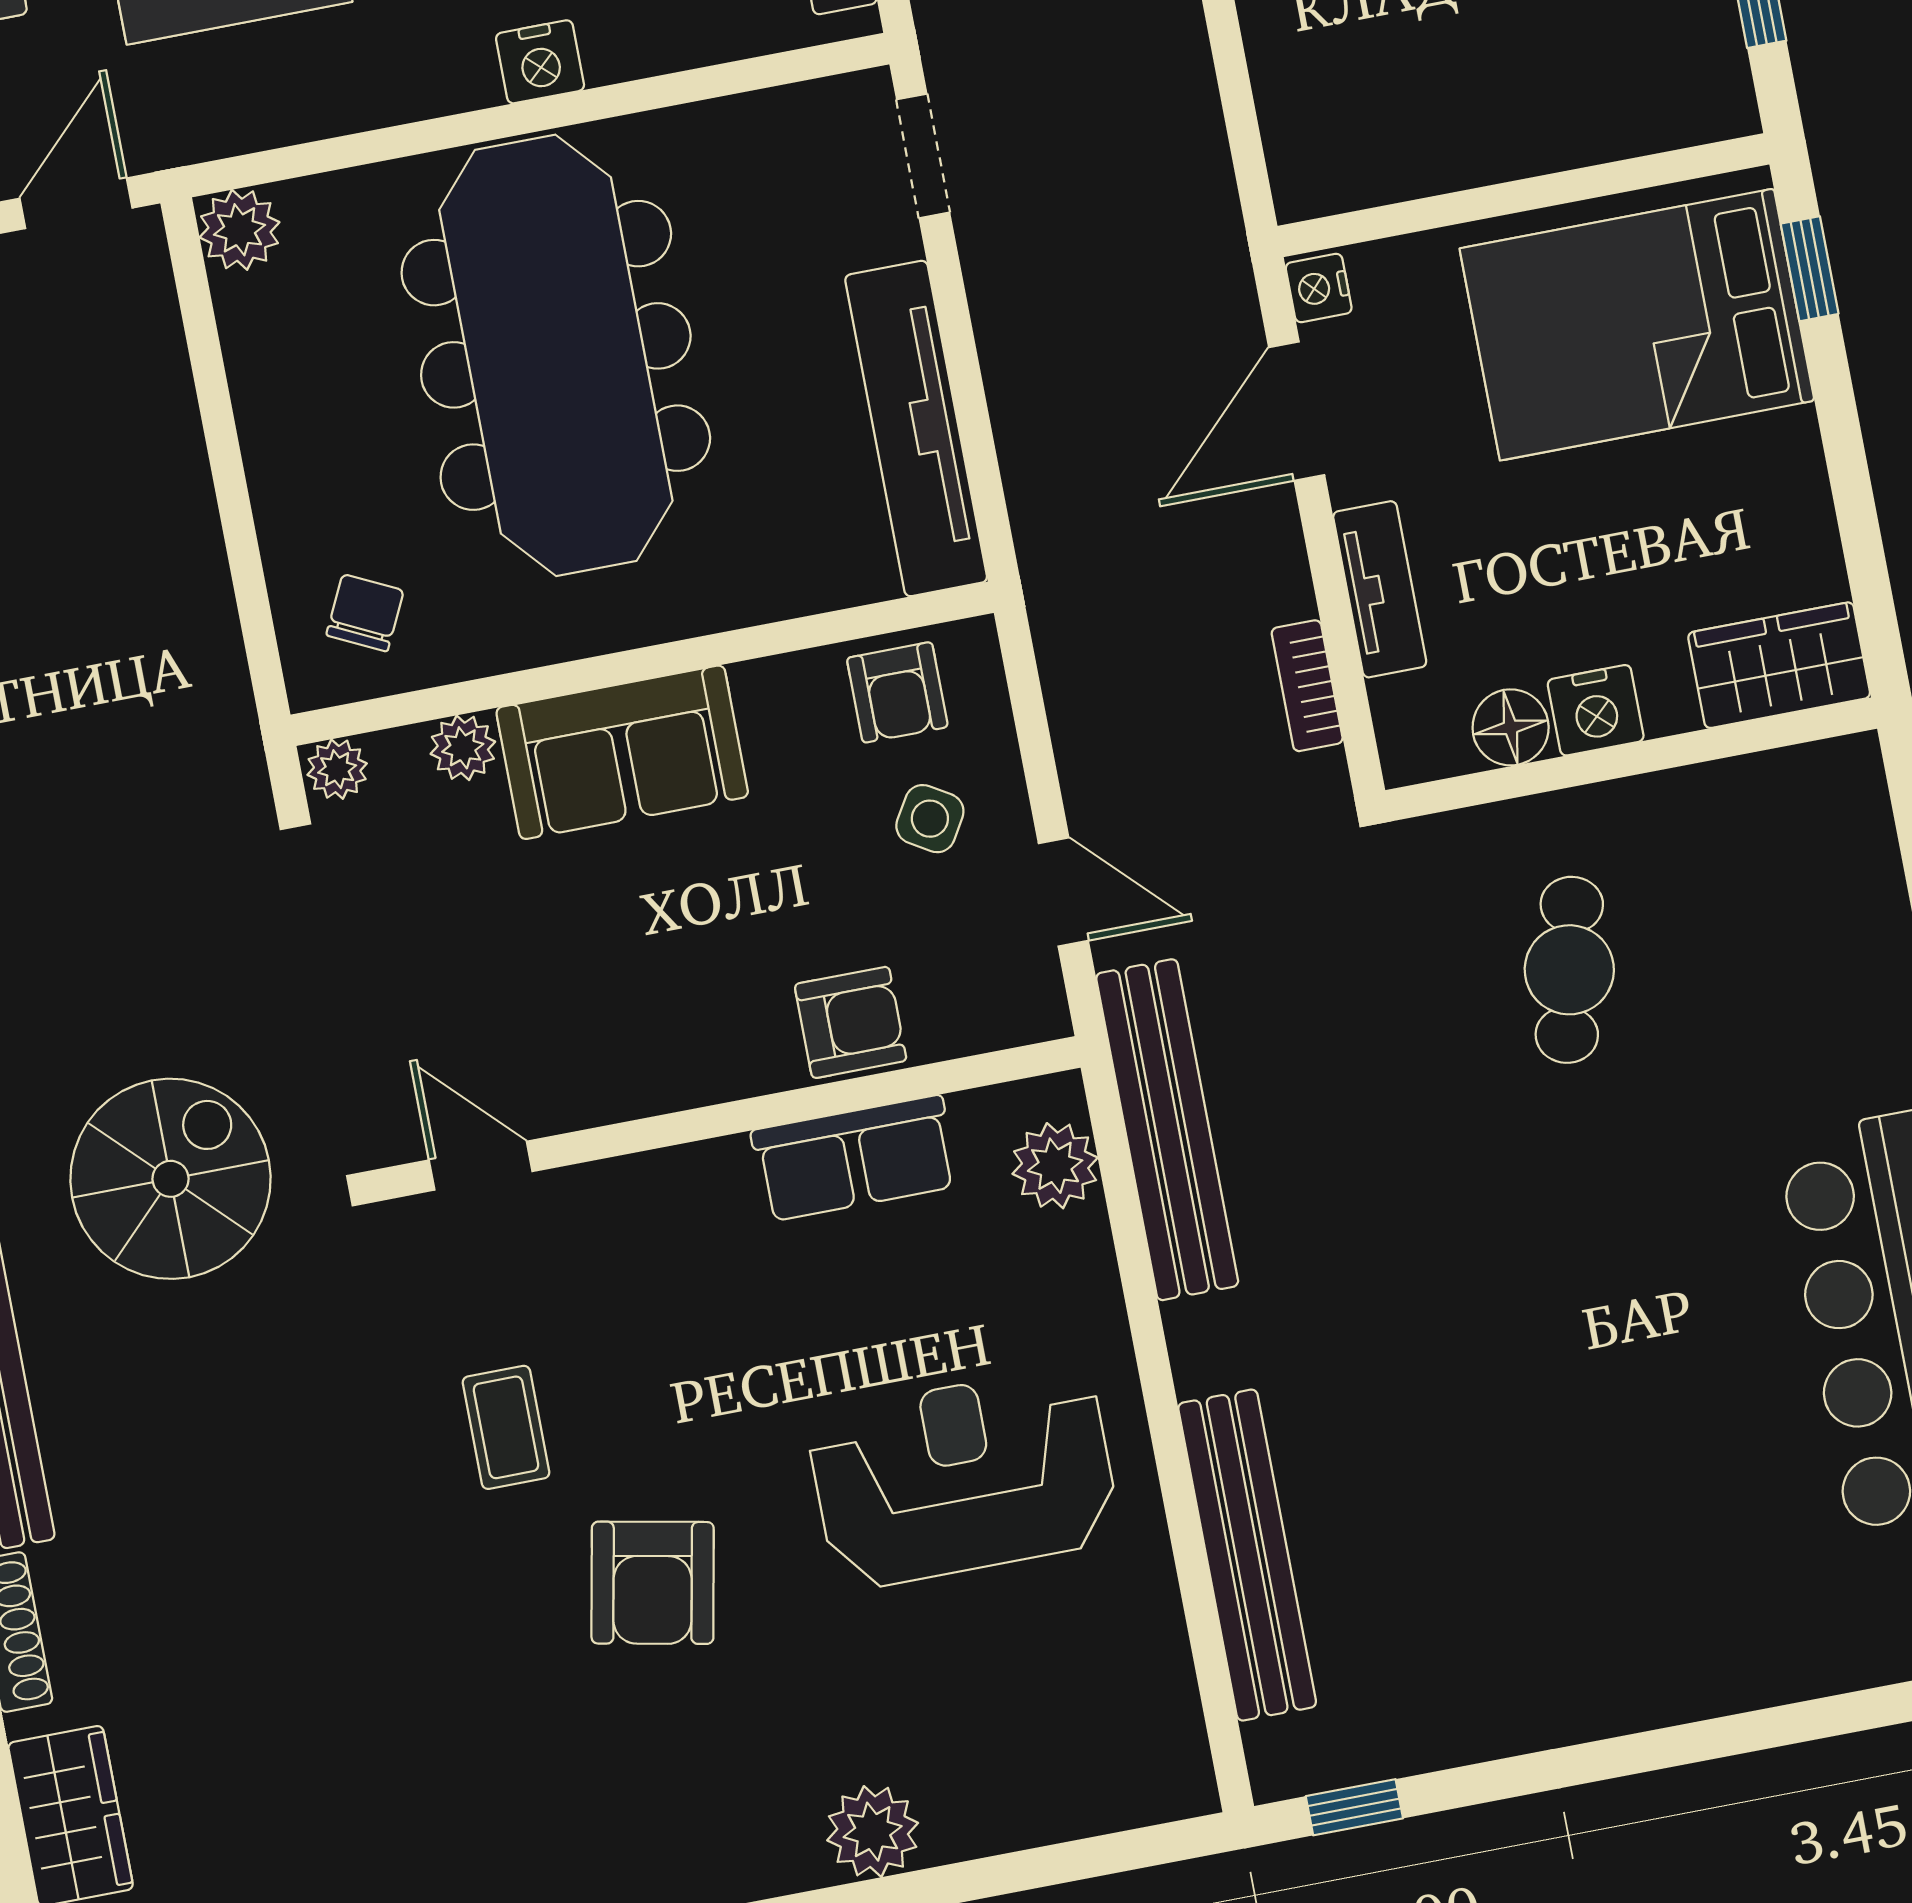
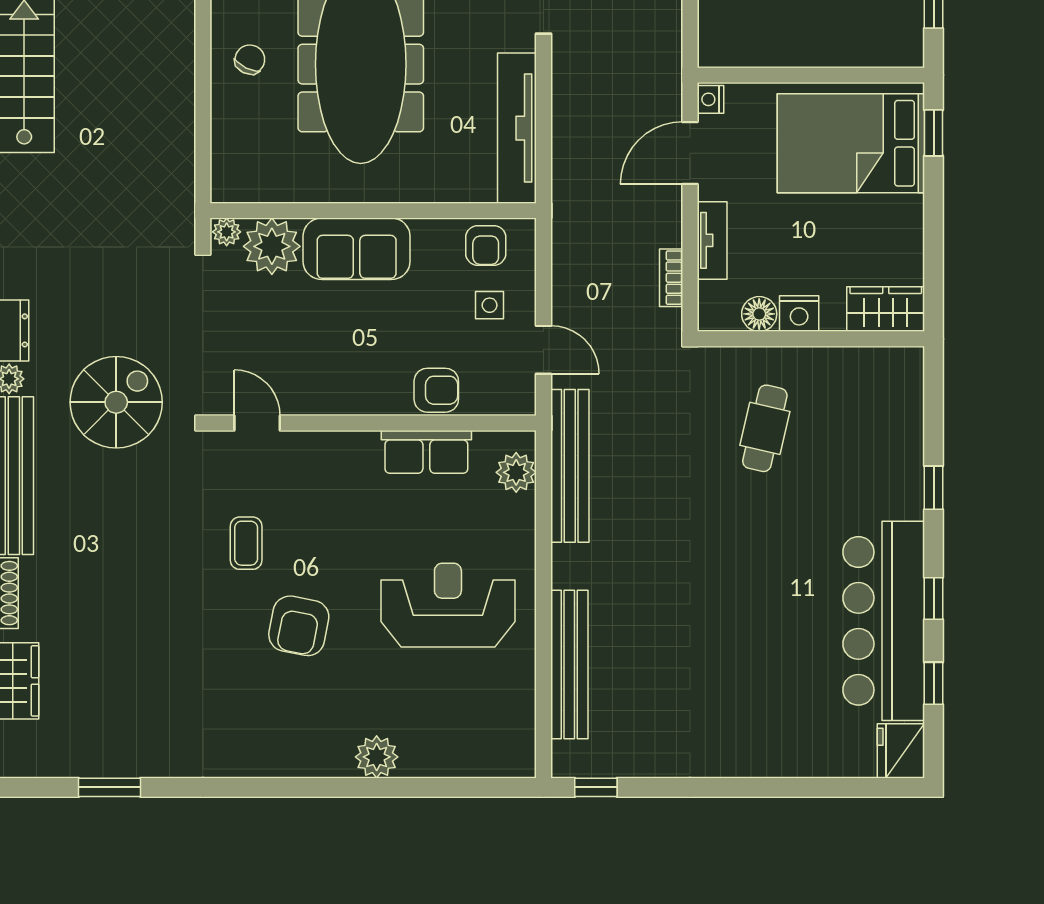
chair: (365, 613) -> (250, 60), moved
plant: (463, 748) -> (272, 246), width x1.88, depth x1.88
side table: (930, 819) -> (490, 305), turned -31

